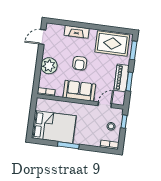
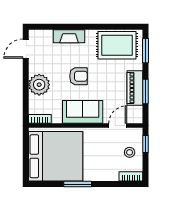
armchair: (80, 63) -> (78, 76), turned -90
bed: (54, 127) -> (56, 156), width x1.36

